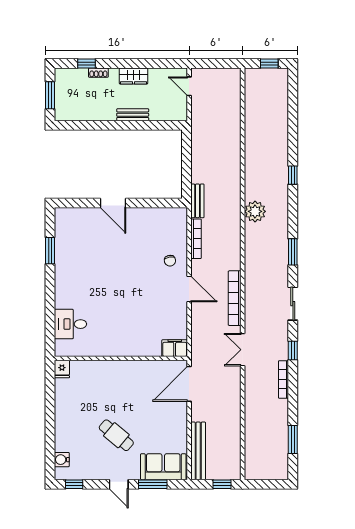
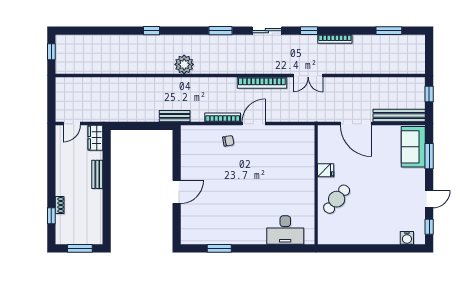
wardrobe: (134, 76) -> (95, 138), moved, turned 180
bookcase: (196, 239) -> (223, 117), moved
desk: (71, 324) -> (285, 230), width x1.37
filing cabinet: (175, 348) -> (307, 137), removed
fridge: (62, 369) -> (326, 170), moved
door: (189, 384) -> (356, 124), moved
cafe table: (116, 435) -> (337, 199), moved
door: (119, 484) -> (429, 199), moved

